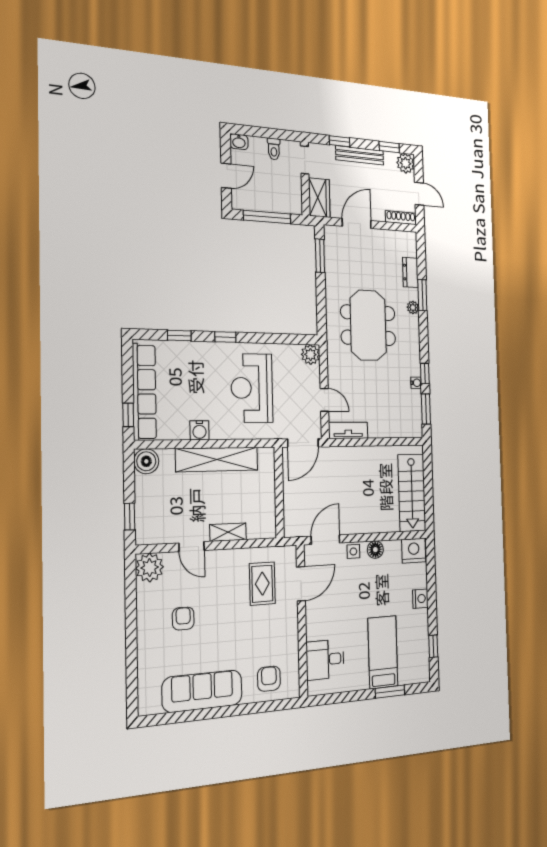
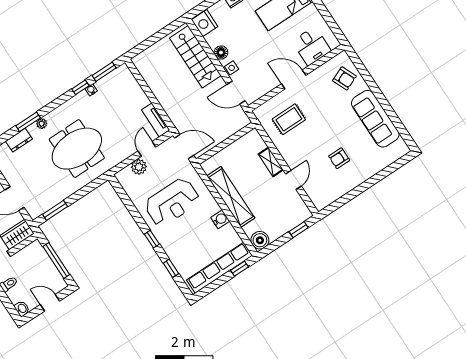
plant: (310, 355) -> (139, 167), moved
stairs: (412, 493) -> (195, 57), moved, turned 90
plant: (150, 568) -> (321, 198), removed
door: (301, 584) -> (294, 80), moved
armchair: (269, 679) -> (344, 78), turned -113

